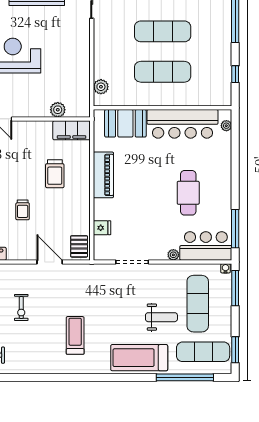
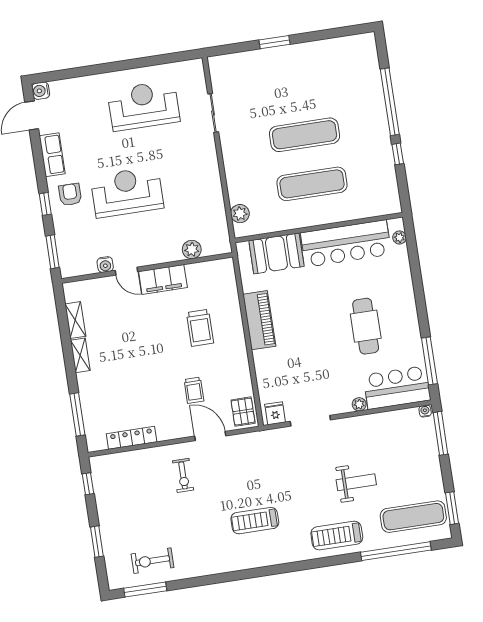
window: (235, 74) -> (398, 154), moved
filing cabinet: (72, 130) -> (163, 279), moved
trolley: (23, 210) -> (194, 390), moved
fridge: (102, 228) -> (275, 413), moved, turned -90
exercise mat: (198, 304) -> (398, 459), removed
exercise bike: (21, 308) -> (183, 475), moved
treadmill: (75, 335) -> (255, 521), turned -90
treadmill: (139, 358) -> (337, 536), width x0.73, depth x0.73

